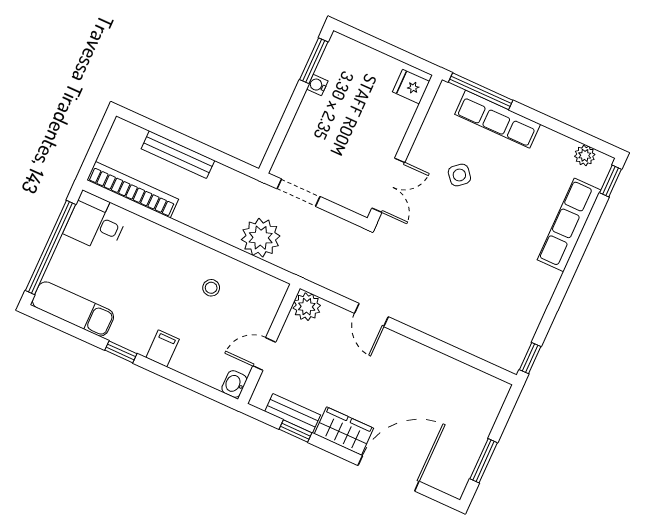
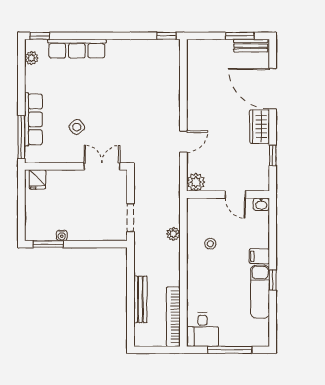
plant: (261, 238) -> (173, 234), width x0.53, depth x0.53
window: (50, 247) -> (230, 350), width x0.68
exam couch: (73, 309) -> (260, 292), moved
bench: (293, 413) -> (251, 46), moved, turned 90

